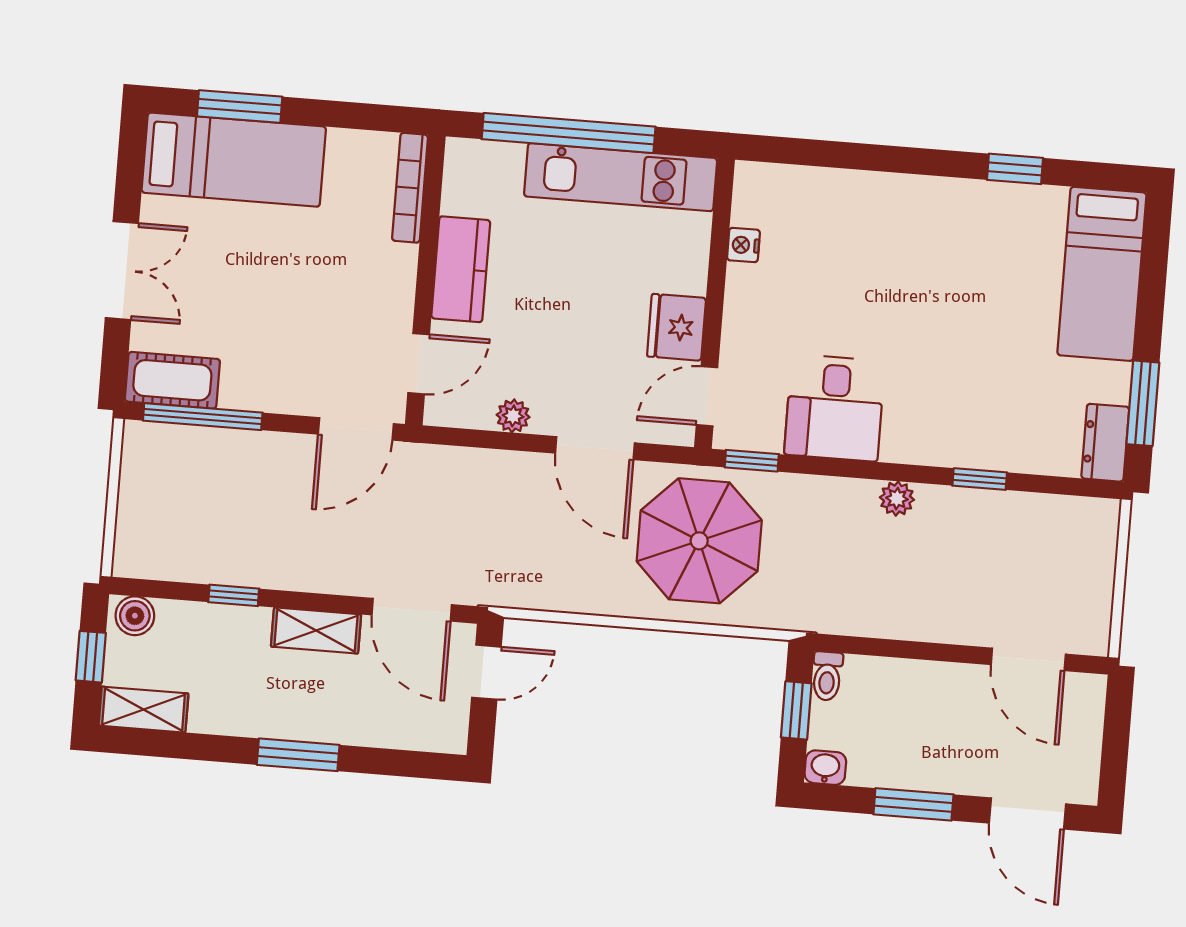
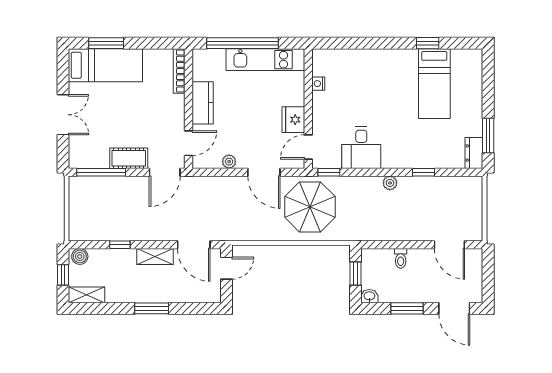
bed: (1102, 274) -> (434, 84), moved
cot: (172, 380) -> (129, 158), moved
toilet: (827, 676) -> (401, 258), moved

